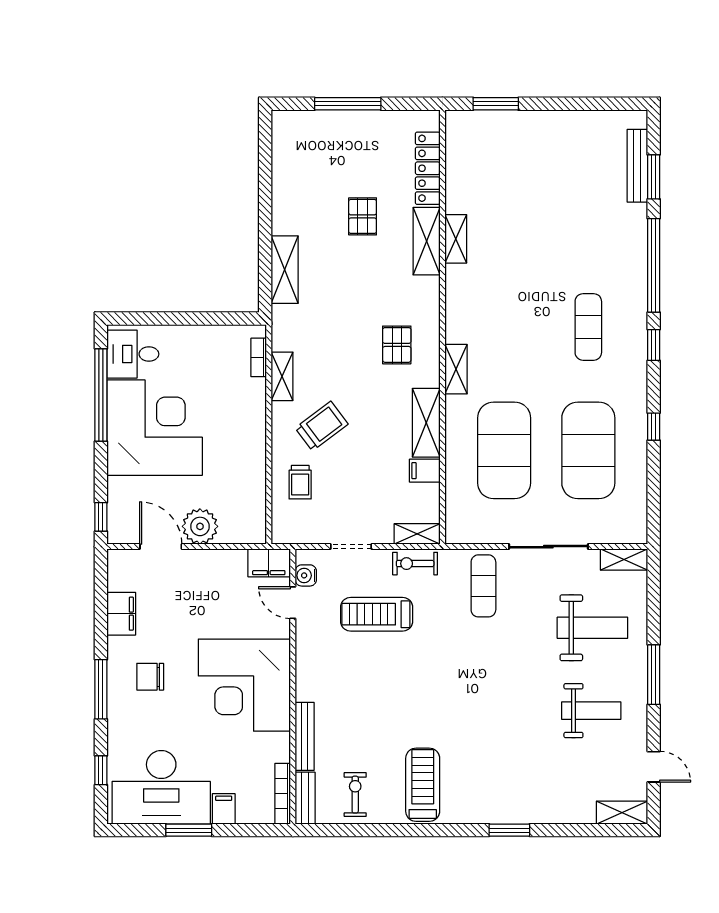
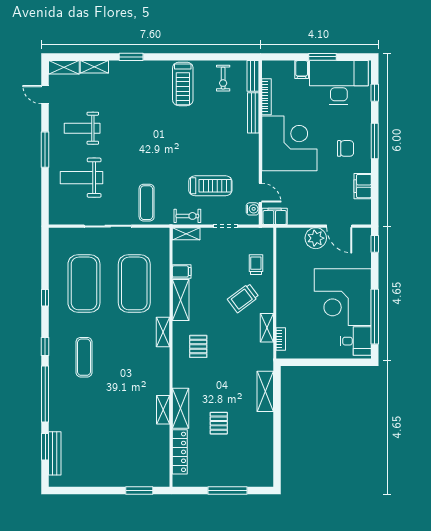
shelving: (624, 560) -> (94, 67), moved
bookcase: (283, 794) -> (266, 97), moved

